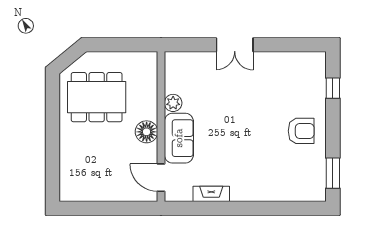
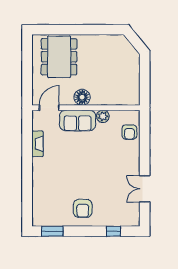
double door: (235, 45) -> (145, 189), moved
armchair: (195, 66) -> (129, 132), added
dining table: (97, 97) -> (59, 57), moved

